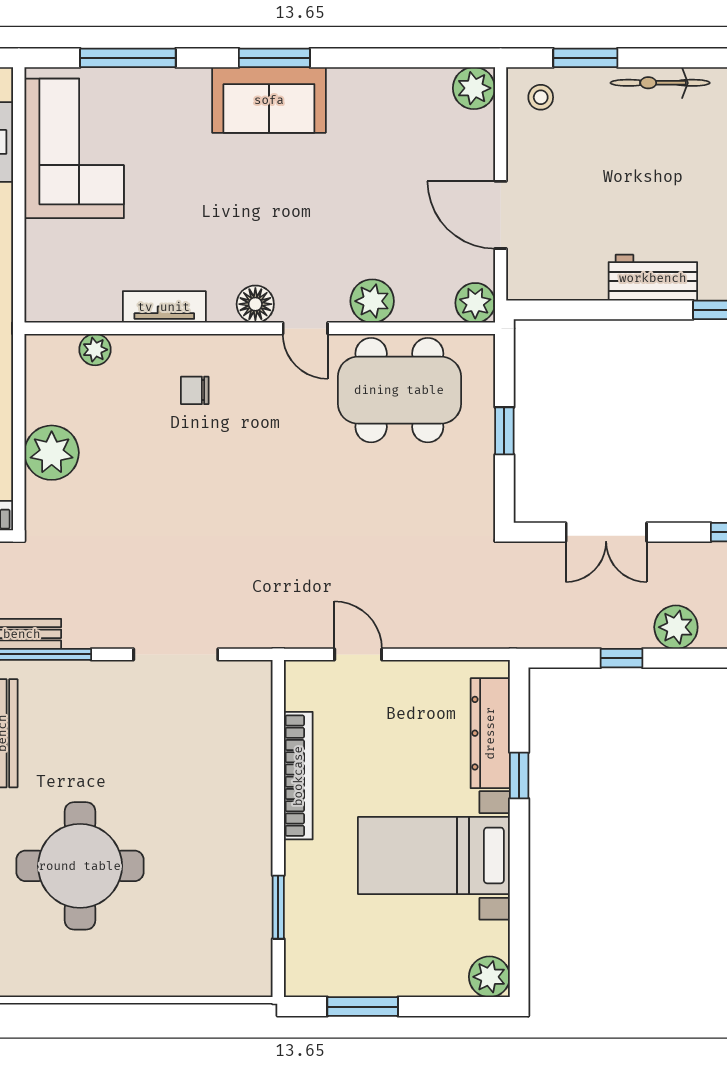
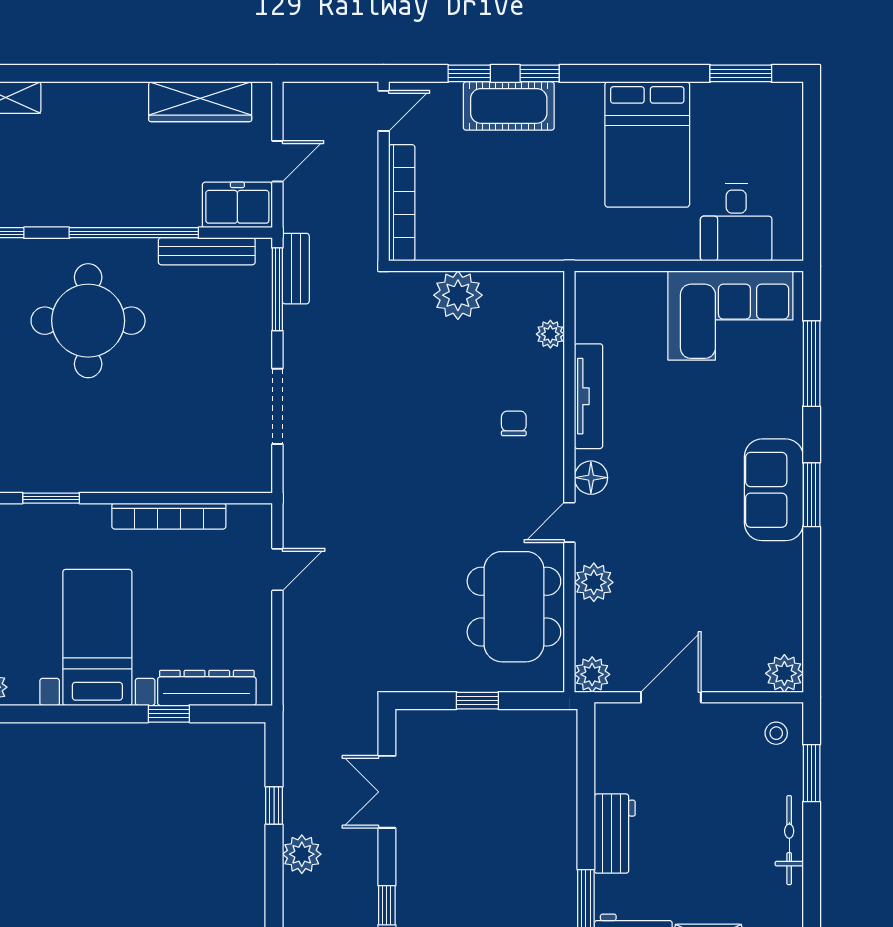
tv unit: (164, 307) -> (589, 396), width x1.41

